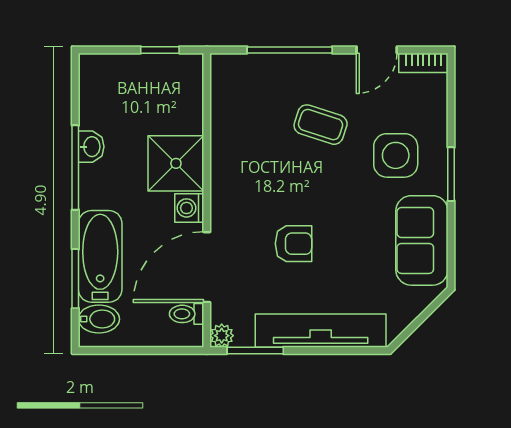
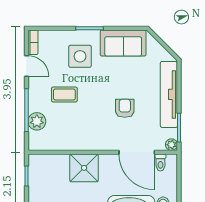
plant: (268, 70) -> (37, 121), added
coffee table: (321, 125) -> (64, 94), turned 72
washing machine: (189, 208) -> (107, 161), removed

